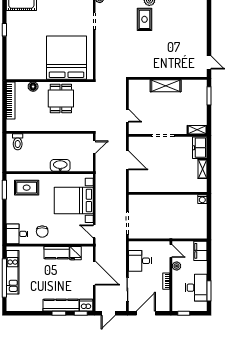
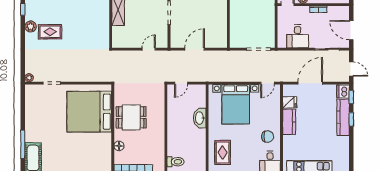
door: (94, 147) -> (181, 83), swing flipped

